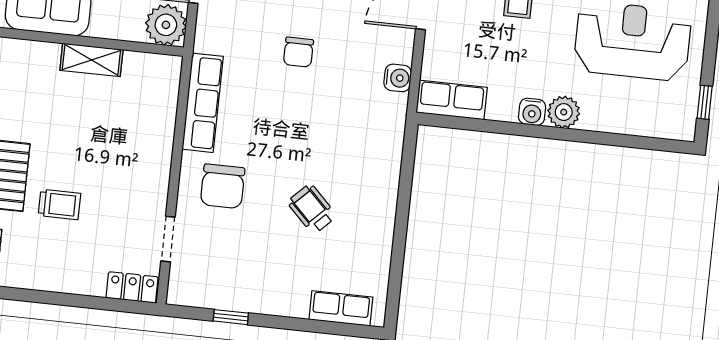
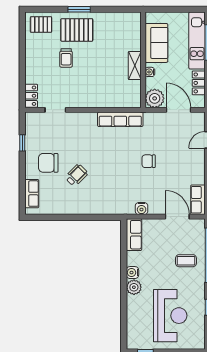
water cooler: (108, 29) -> (150, 72), added
chair: (223, 186) -> (48, 163), moved

